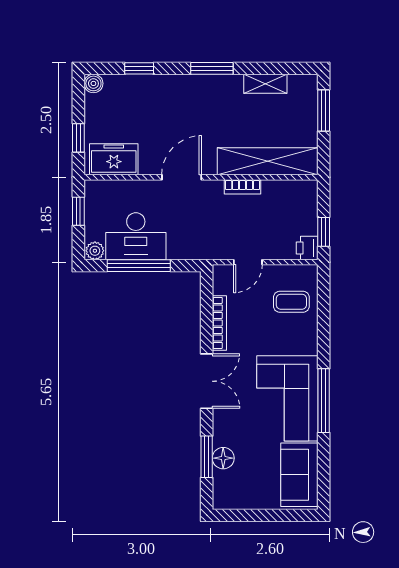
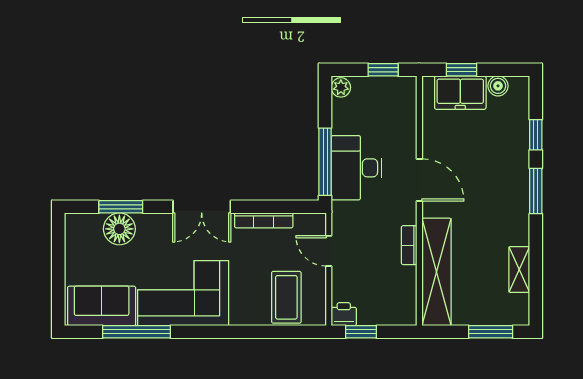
window: (212, 68) -> (536, 191), moved
boiler: (93, 83) -> (498, 86), moved
freezer: (114, 159) -> (460, 93), moved, turned 90
desk: (136, 236) -> (356, 168), moved
window: (139, 266) -> (325, 162), moved
coffee table: (291, 302) -> (286, 297), width x1.36, depth x1.30
window: (324, 401) -> (137, 332), moved
floor lamp: (223, 458) -> (119, 229), width x1.38, depth x1.38

